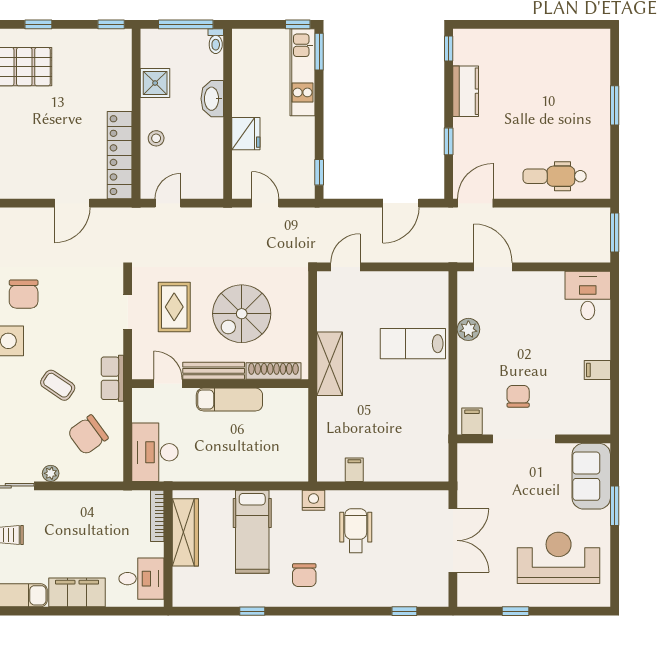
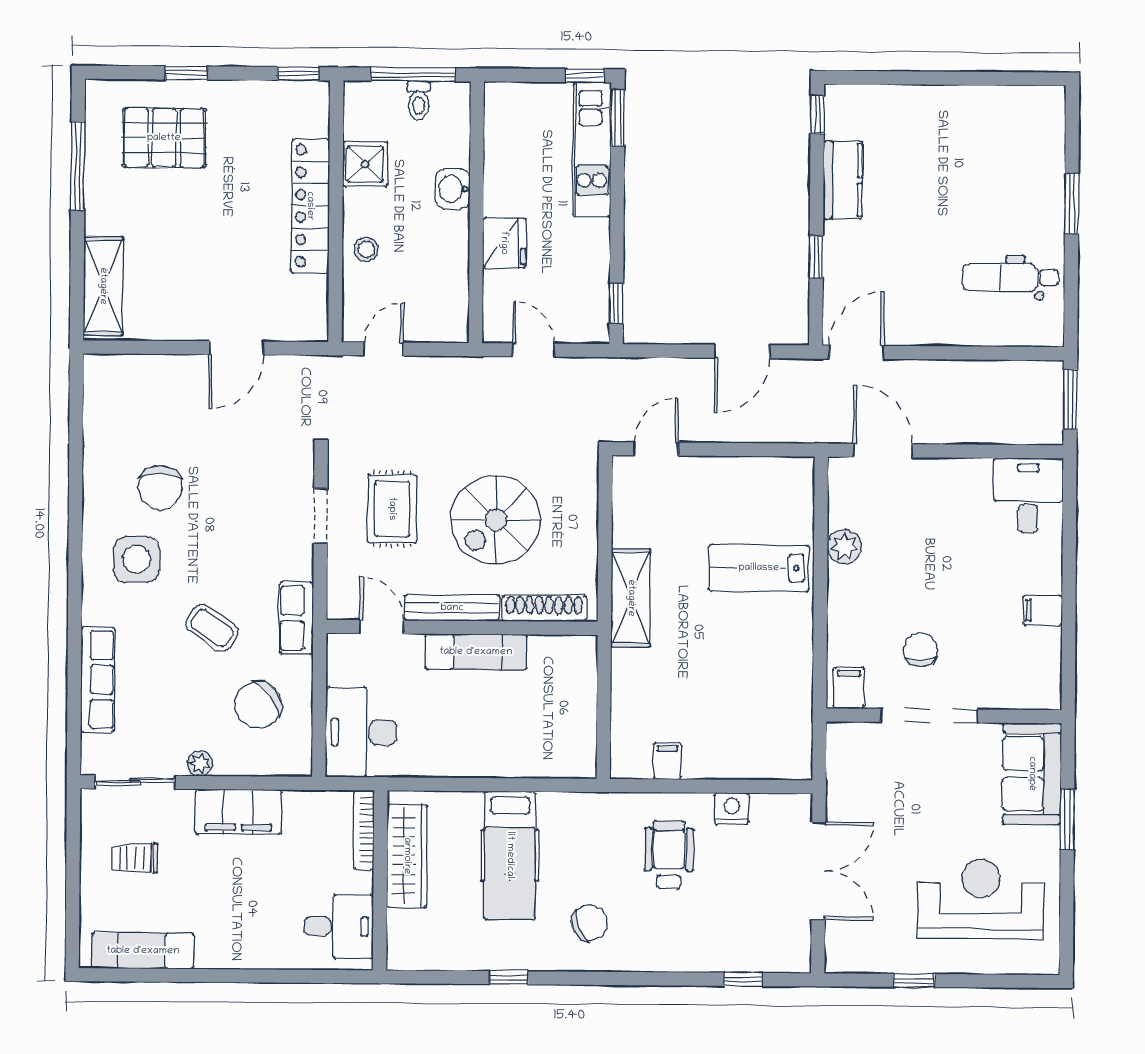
toilet: (216, 41) -> (419, 100), moved
washbasin: (212, 99) -> (453, 189), width x0.72
locker: (120, 155) -> (310, 206), moved
dental chair: (555, 176) -> (1011, 278), moved
nightstand: (314, 500) -> (732, 809), moved
chair: (304, 575) -> (589, 923), turned -114
filing cabinet: (77, 592) -> (238, 812), moved, turned 180

